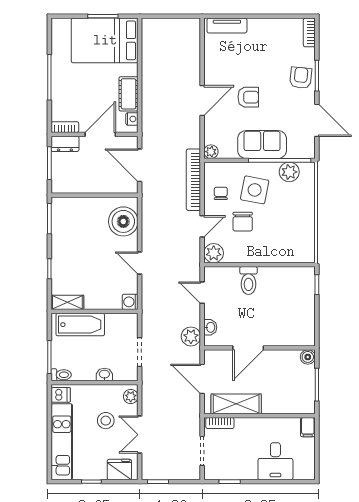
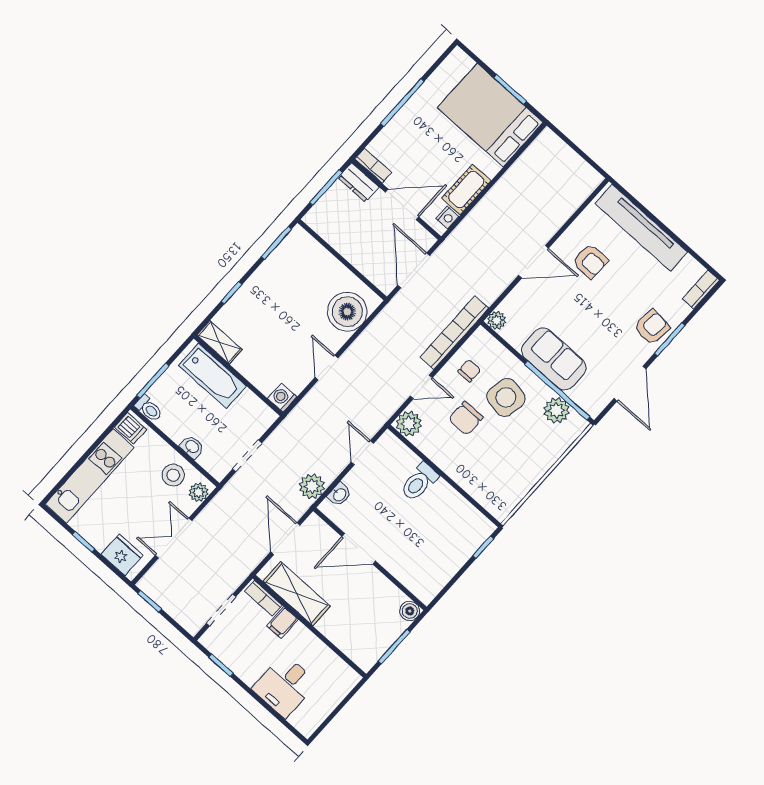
tv unit: (227, 25) -> (641, 228), width x1.92, depth x1.29
armchair: (248, 97) -> (590, 261), moved
stool: (106, 421) -> (173, 475), moved
filing cabinet: (308, 427) -> (282, 622), moved

